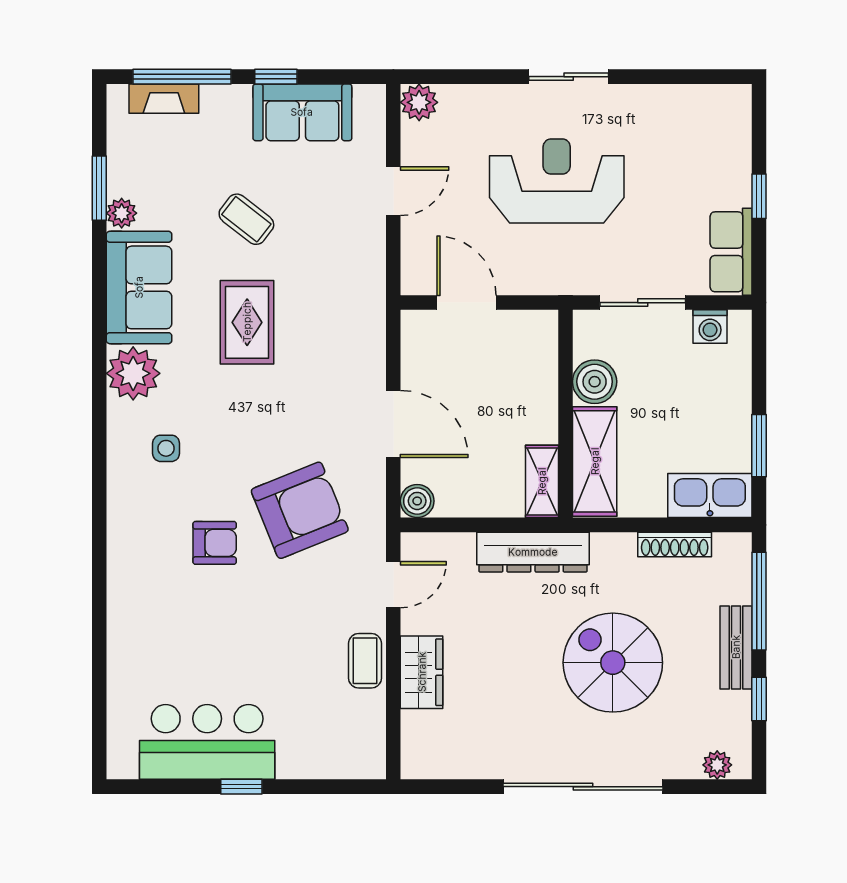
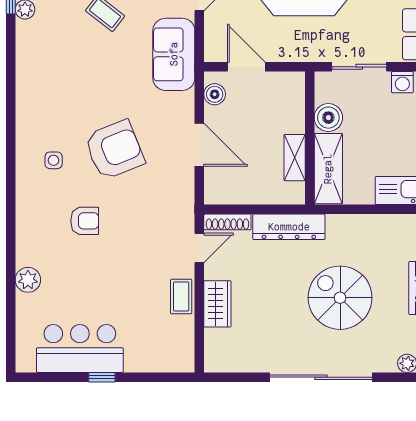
sofa: (139, 287) -> (174, 54), moved, turned 180
rug: (247, 322) -> (105, 79), removed
plant: (133, 373) -> (28, 280), moved, width x0.73, depth x0.73
shelving: (542, 481) -> (295, 158), moved
boiler: (417, 501) -> (215, 94), moved
armchair: (300, 510) -> (114, 150), moved
shoe rack: (675, 544) -> (227, 222), moved

